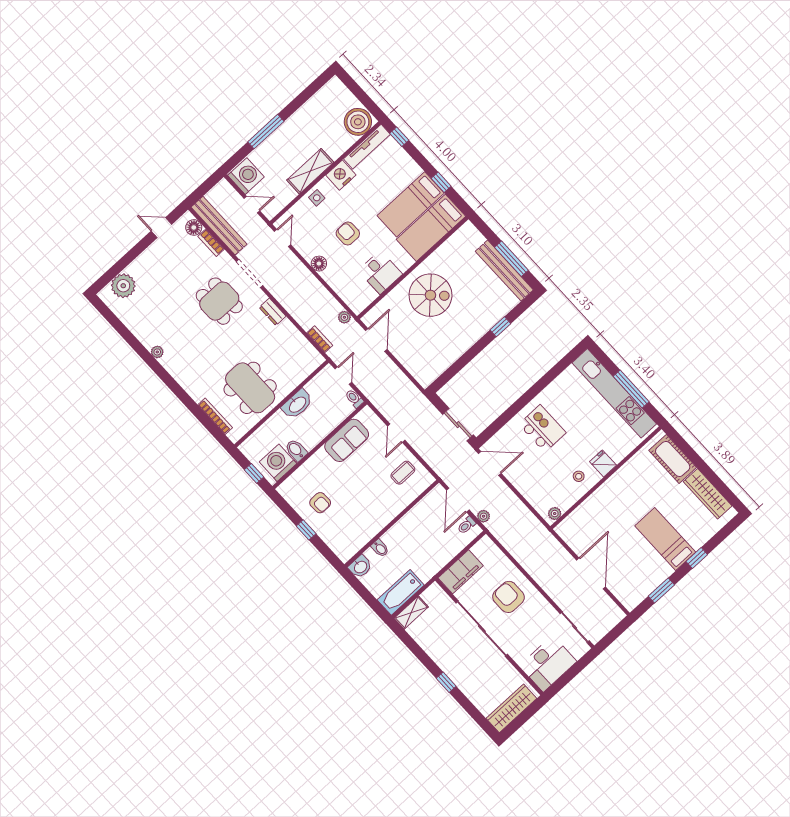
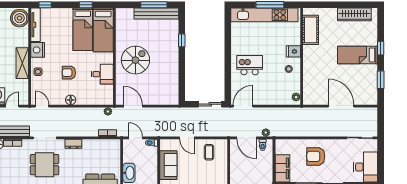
cot: (673, 459) -> (311, 30), moved, turned 90

